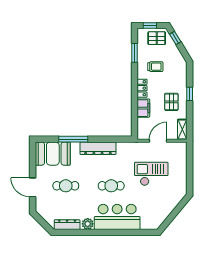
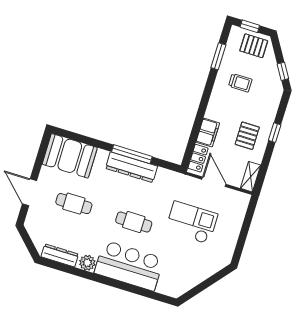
window: (175, 38) -> (283, 71), moved
locker: (142, 88) -> (198, 158), moved
window: (73, 139) -> (132, 154), moved
door: (158, 141) -> (214, 182), hinge flipped

